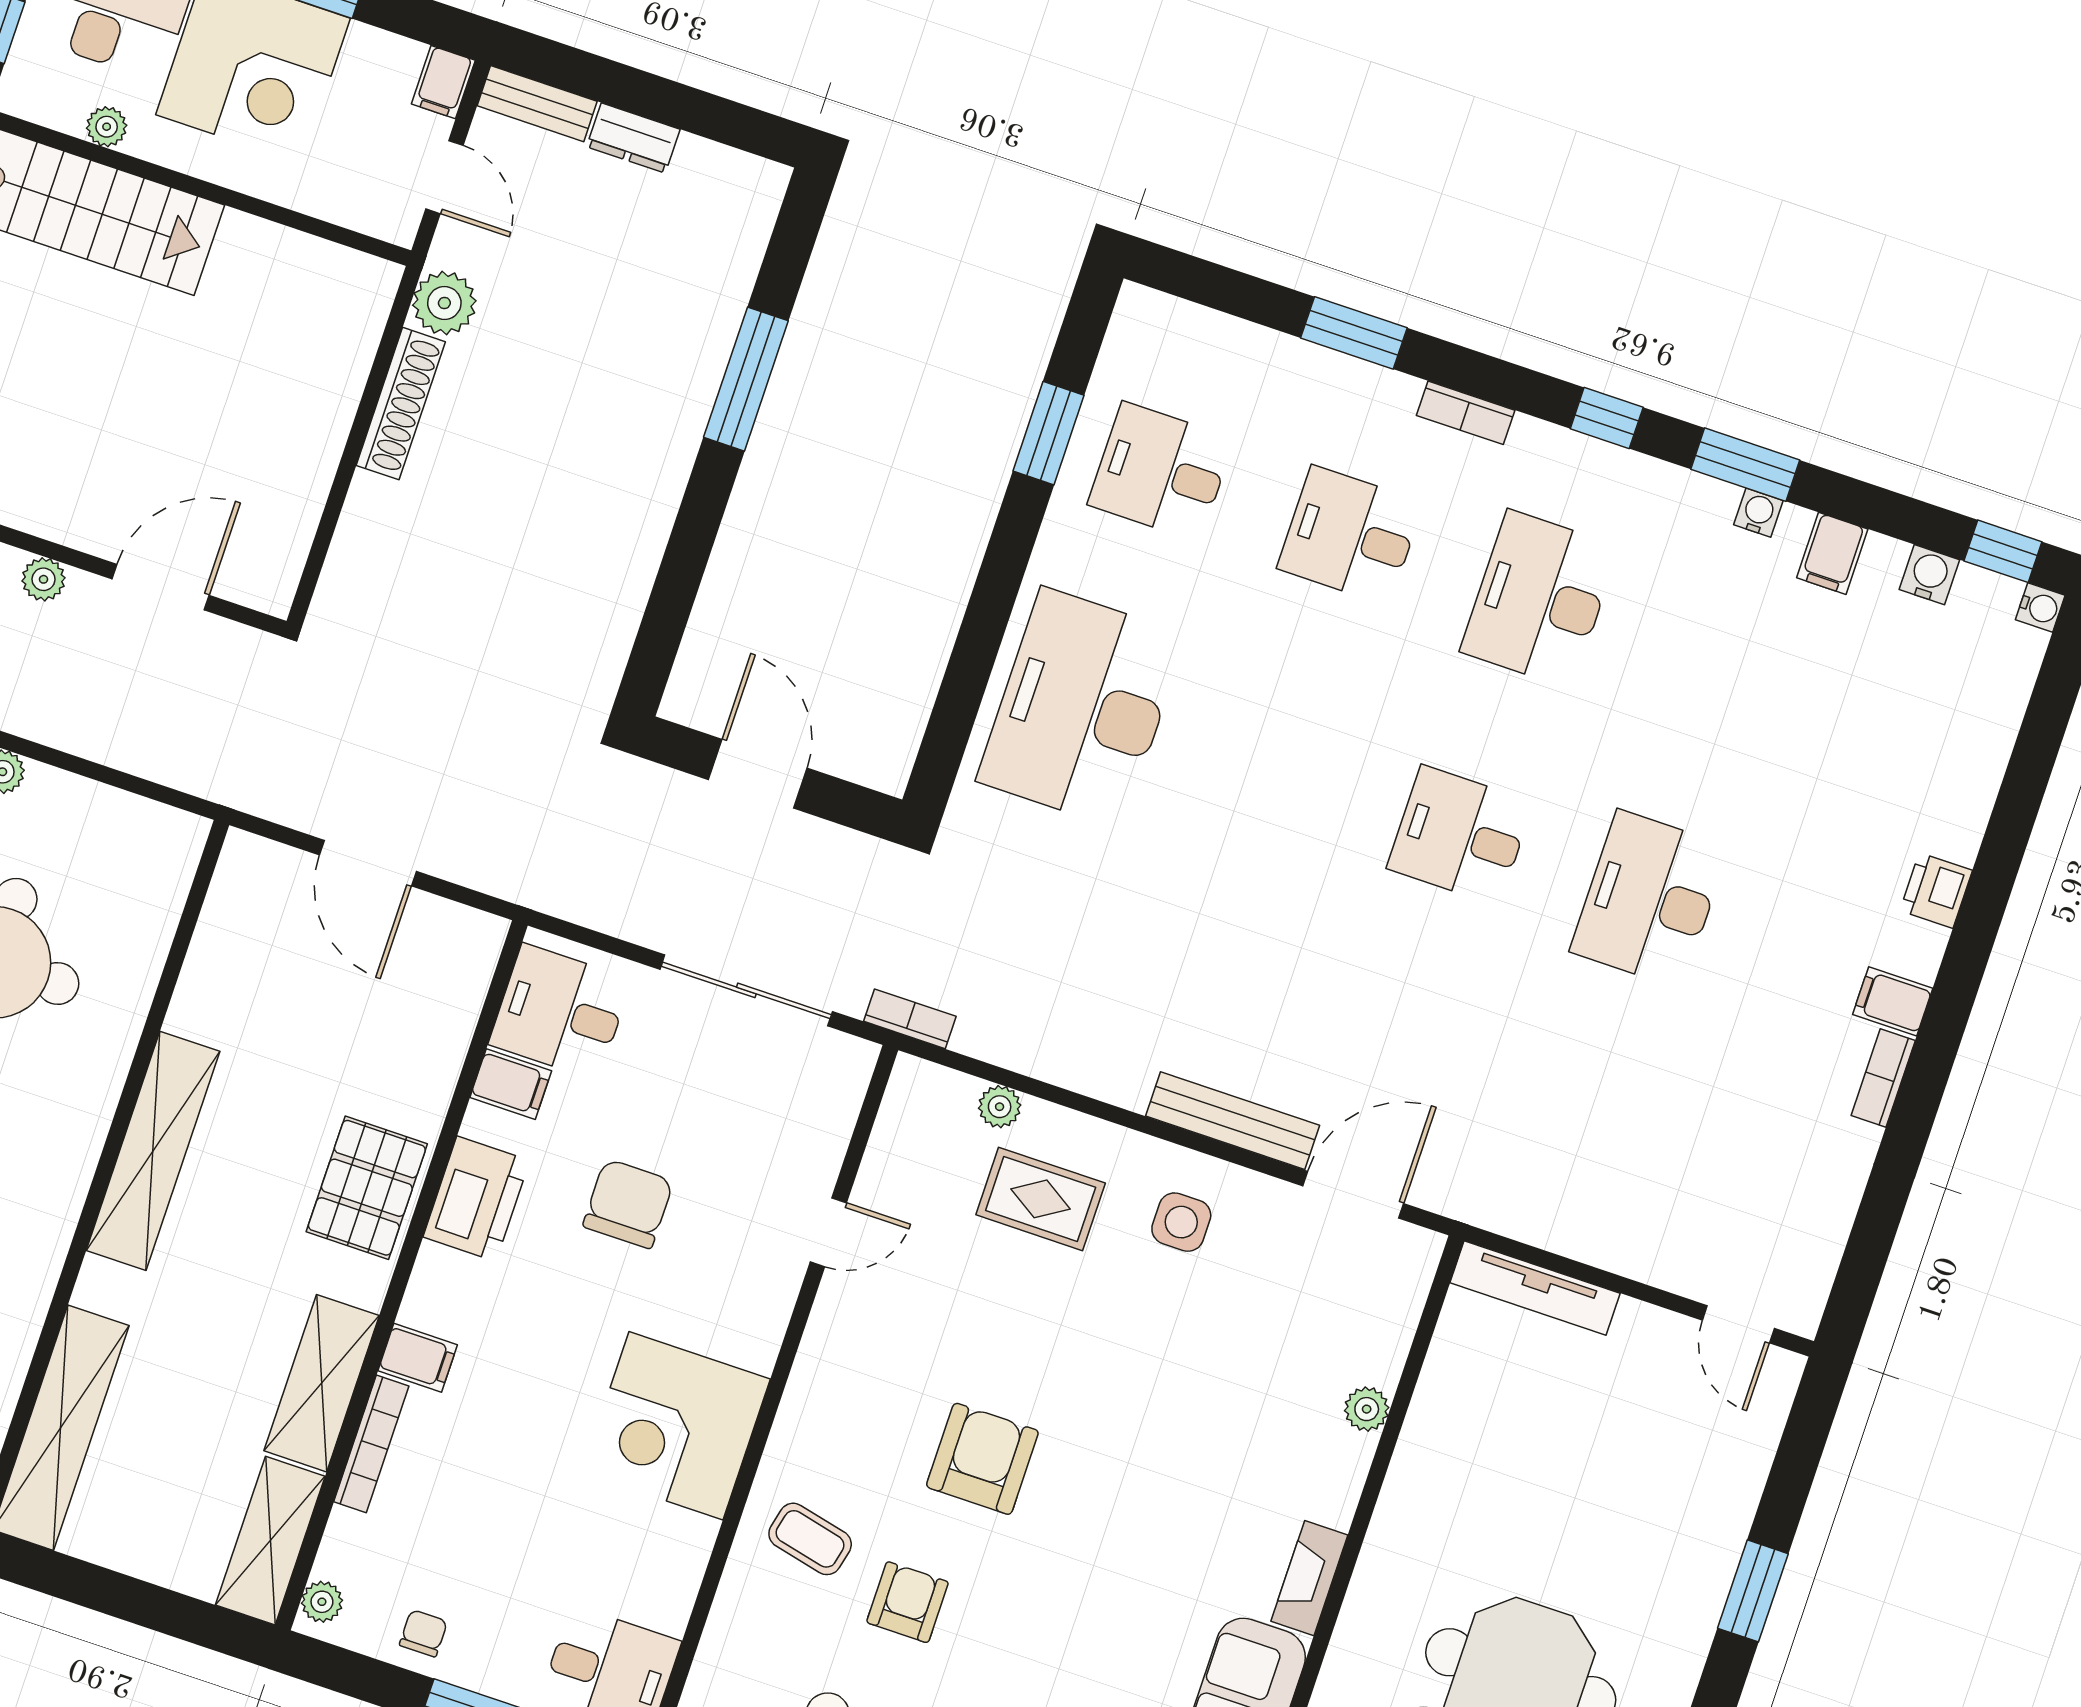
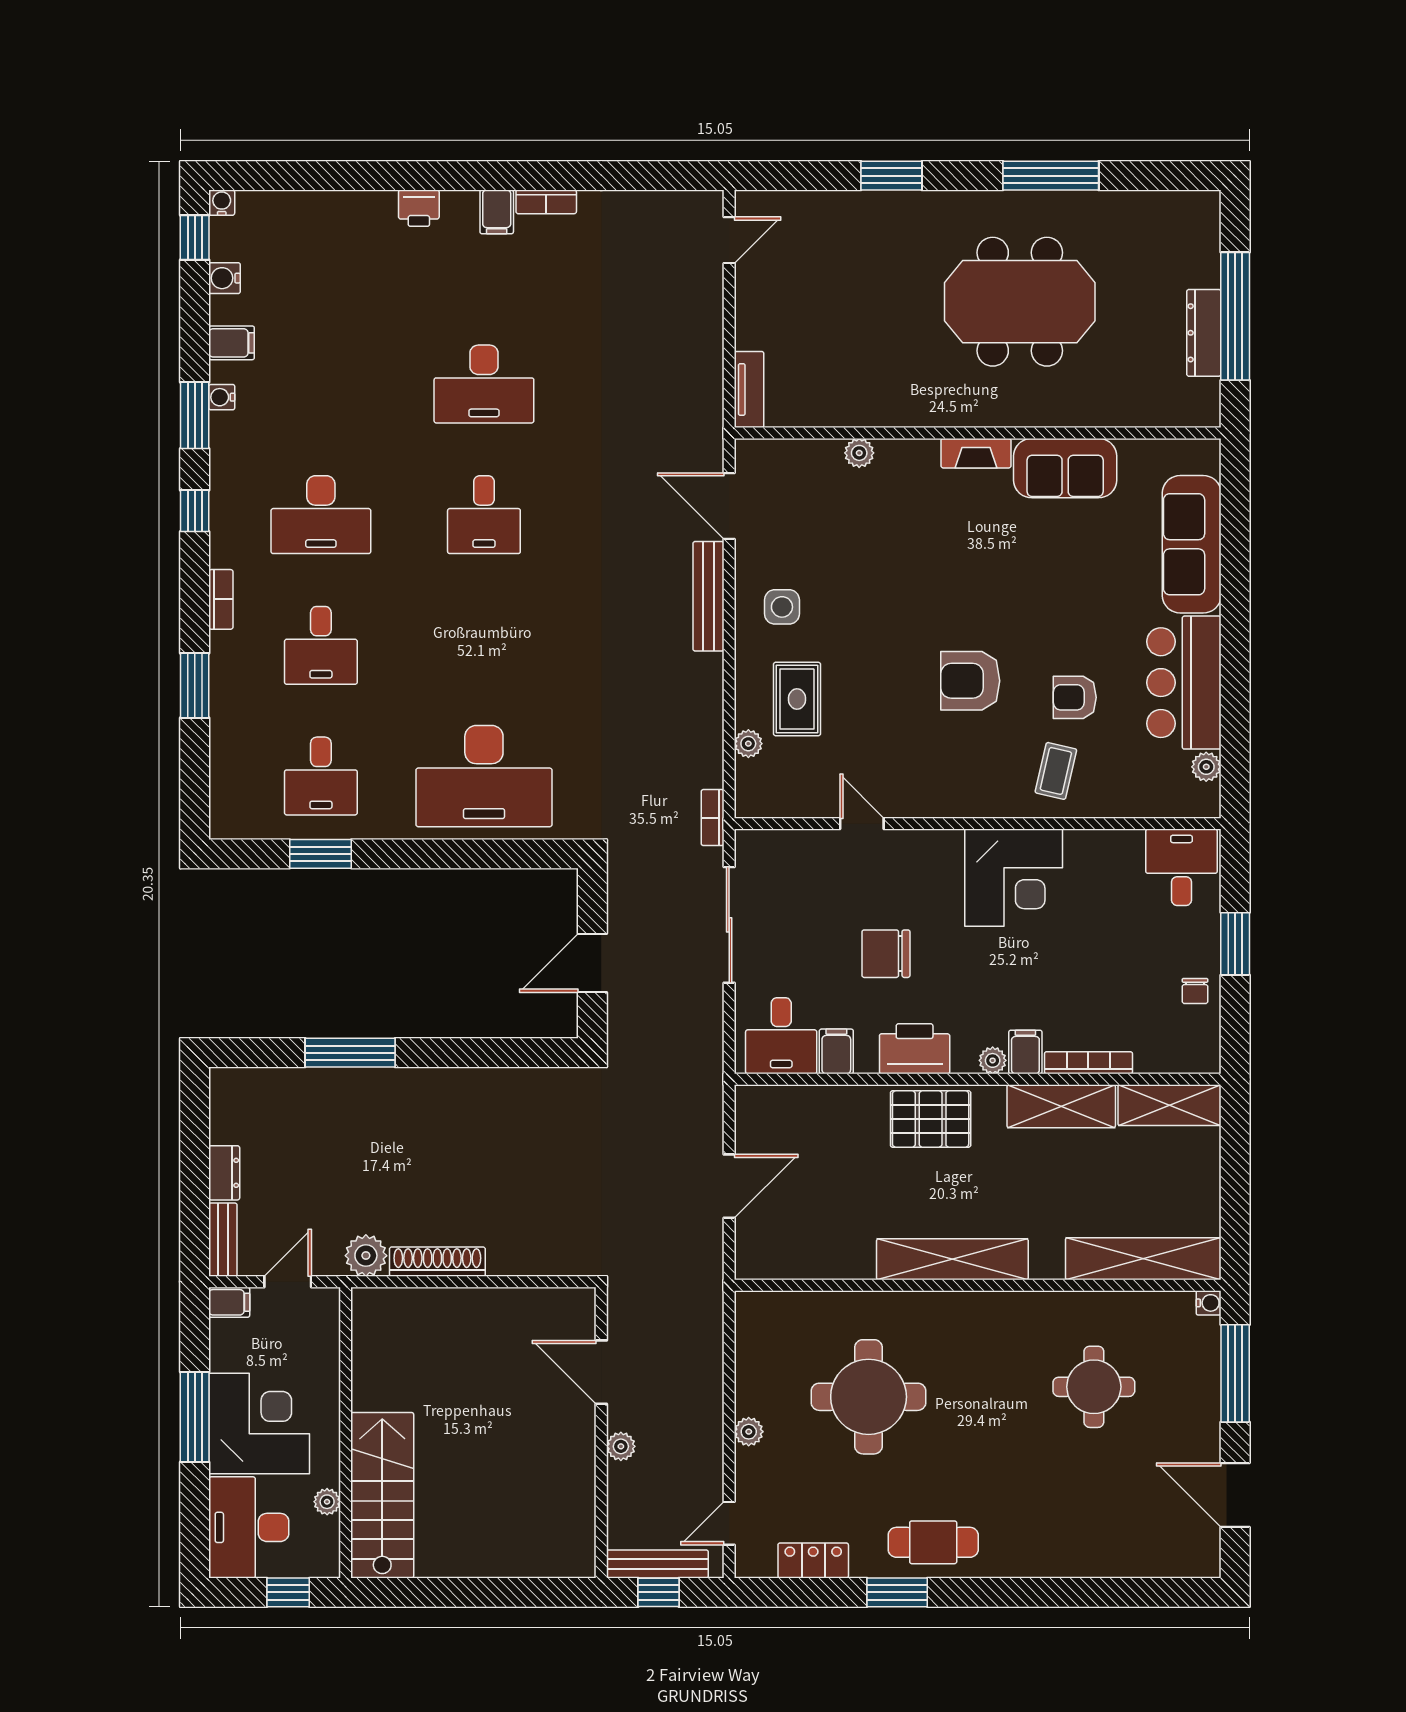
tv unit: (1535, 1288) -> (749, 389), width x0.71
plant: (322, 1602) -> (993, 1060), moved
chair: (423, 1633) -> (1195, 991), turned -90

